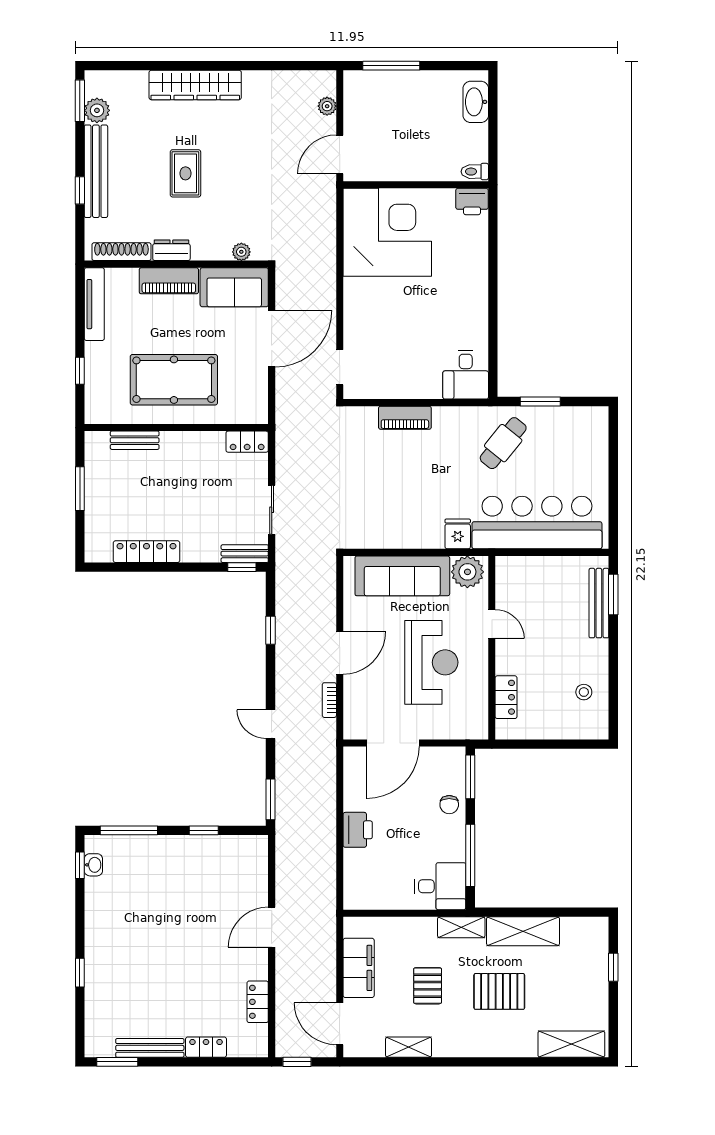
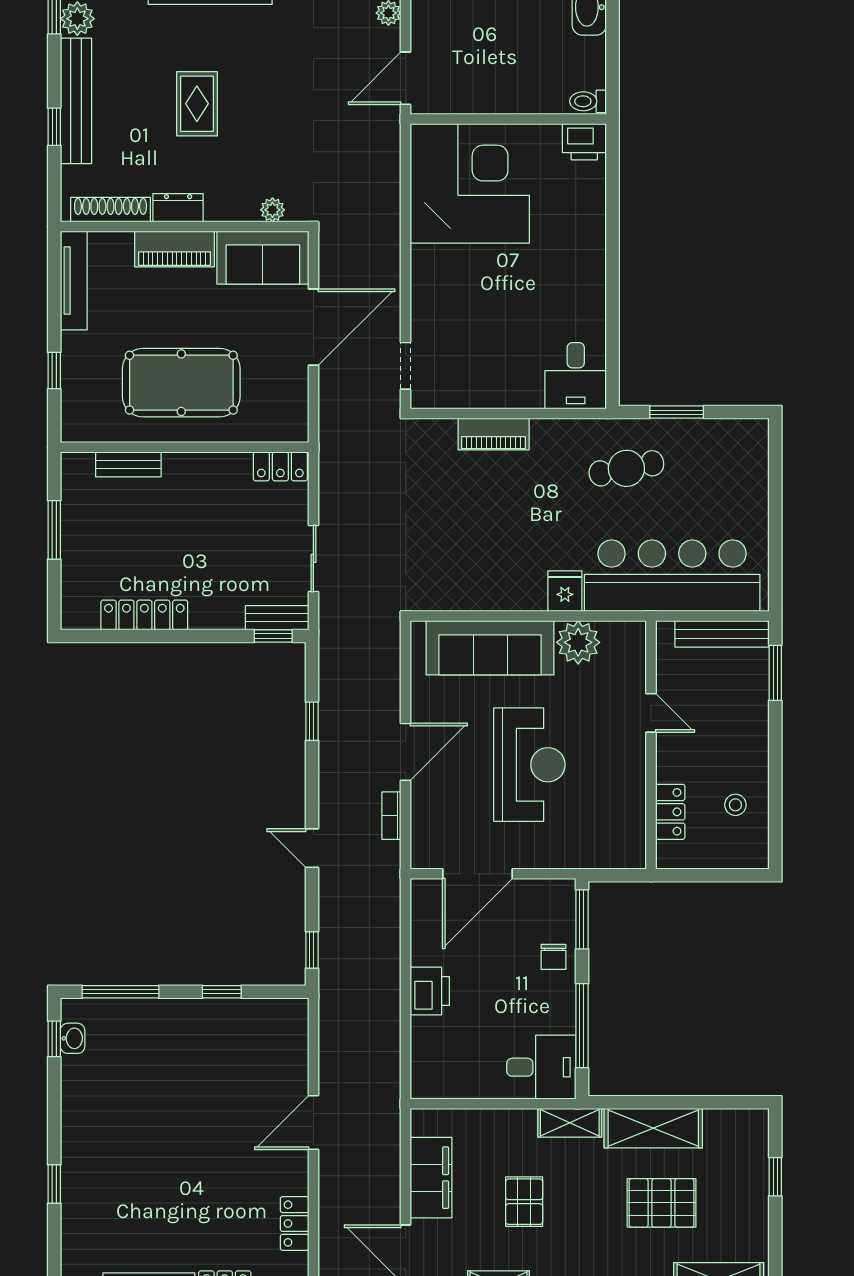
cafe table: (503, 443) -> (626, 468), turned 40
bench: (599, 603) -> (722, 634), moved, turned 90
door: (492, 624) -> (651, 713), moved
wall: (492, 648) -> (651, 745), moved
locker: (506, 697) -> (670, 812), moved
window: (271, 799) -> (312, 950), width x0.67
pallet: (499, 991) -> (662, 1203), moved

